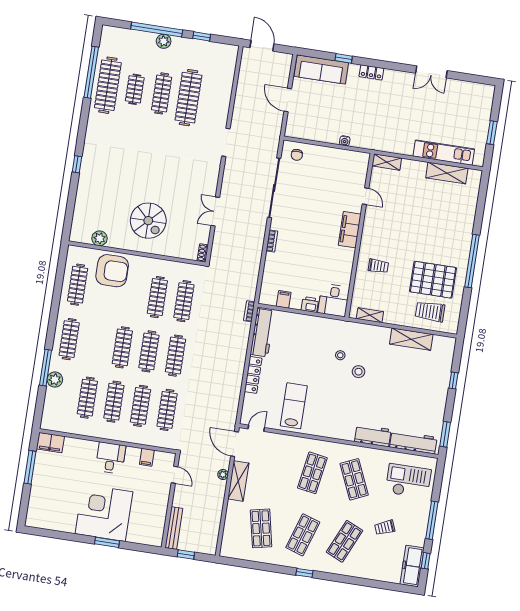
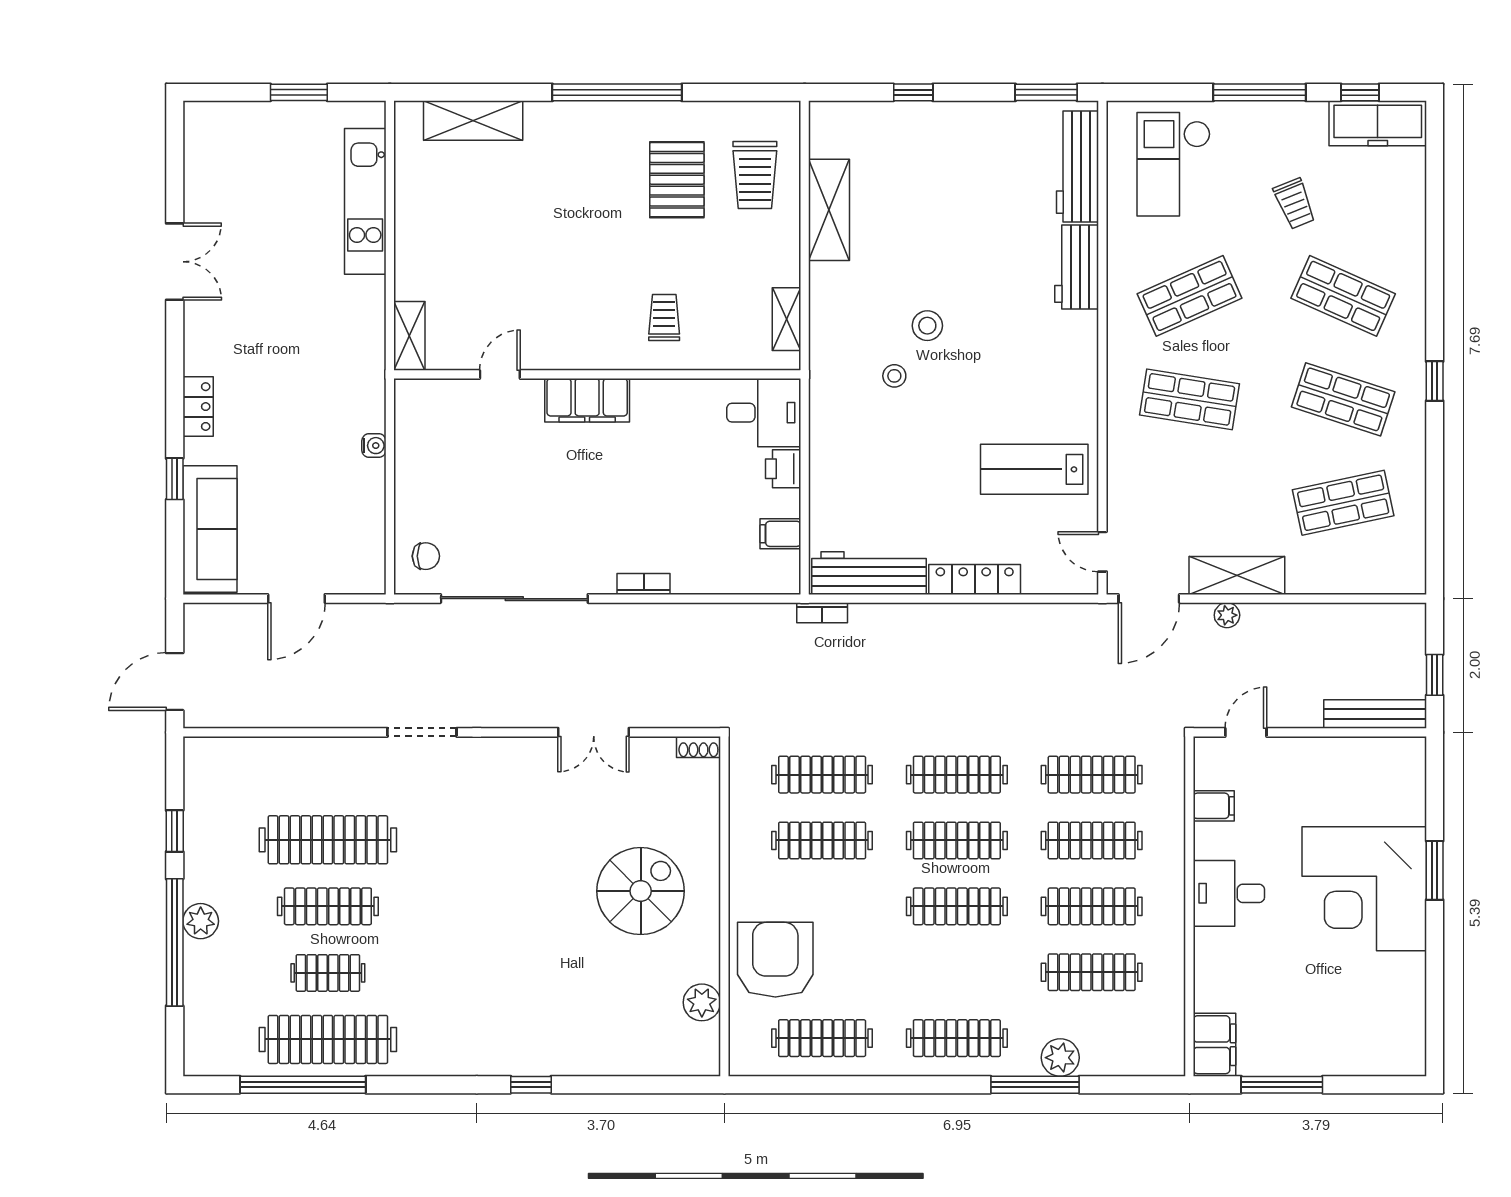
shelving: (447, 173) -> (473, 120), moved, turned 90
pallet: (433, 280) -> (677, 180), width x0.73, depth x0.71

